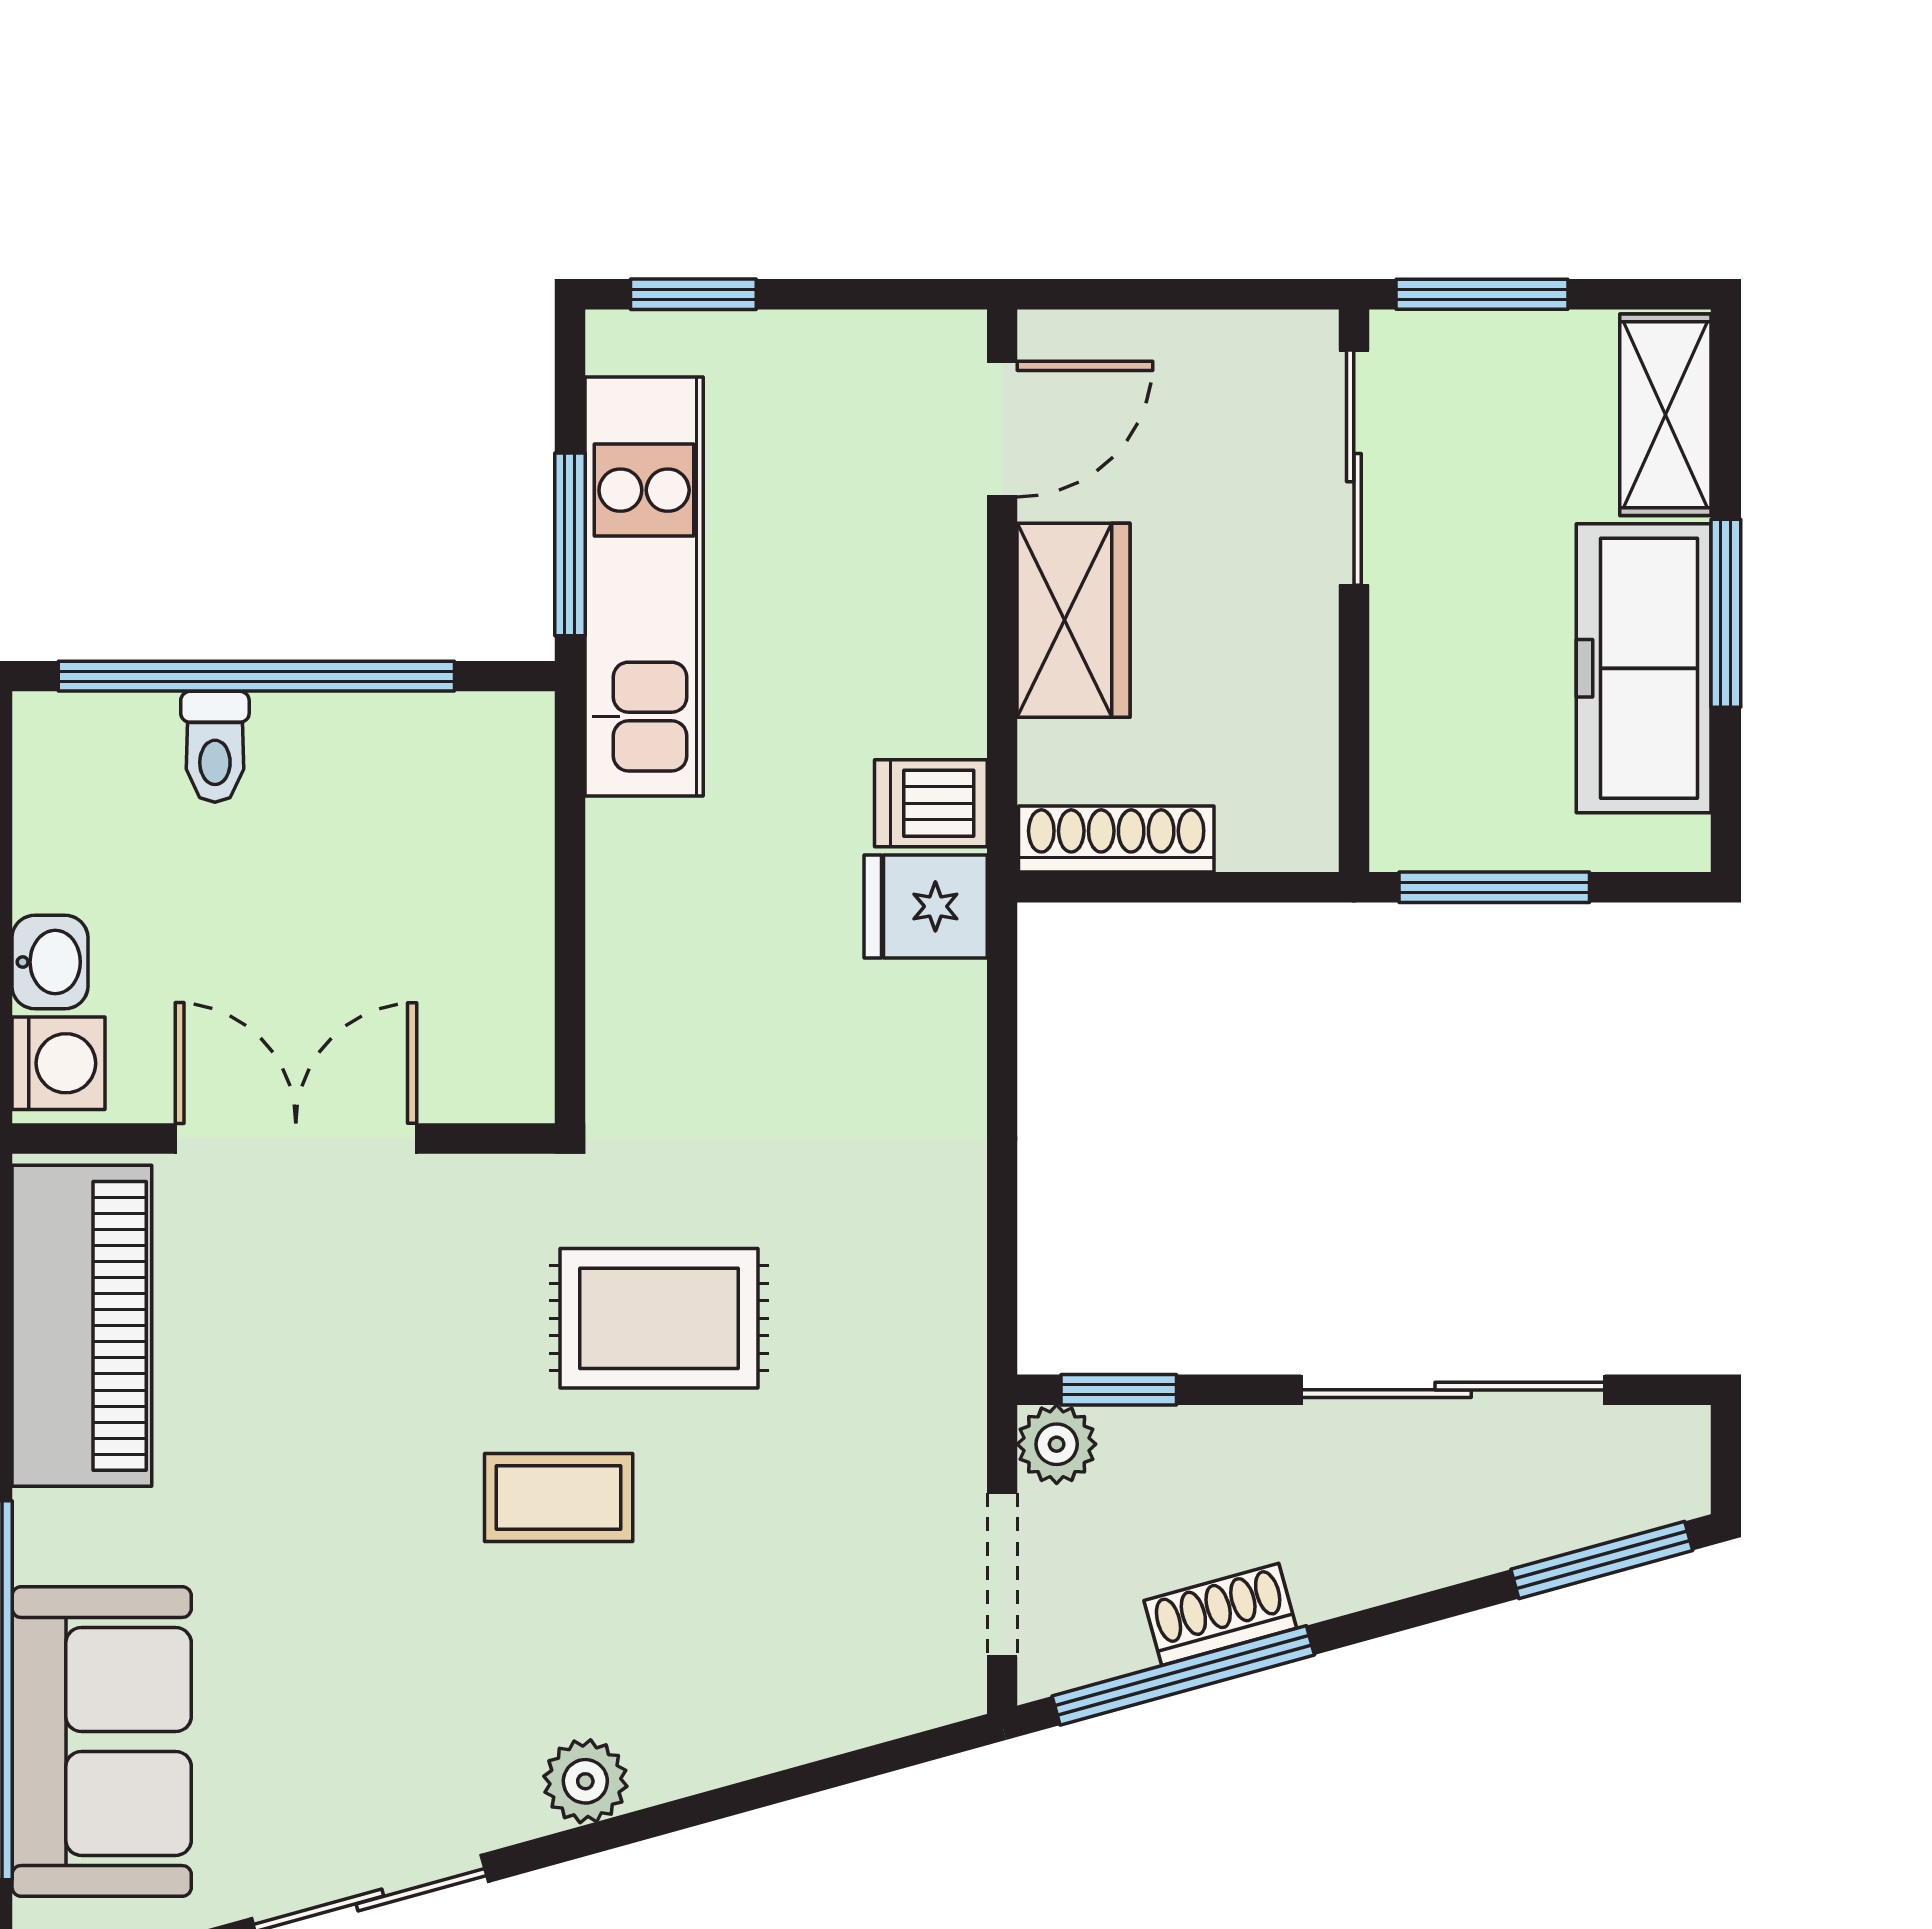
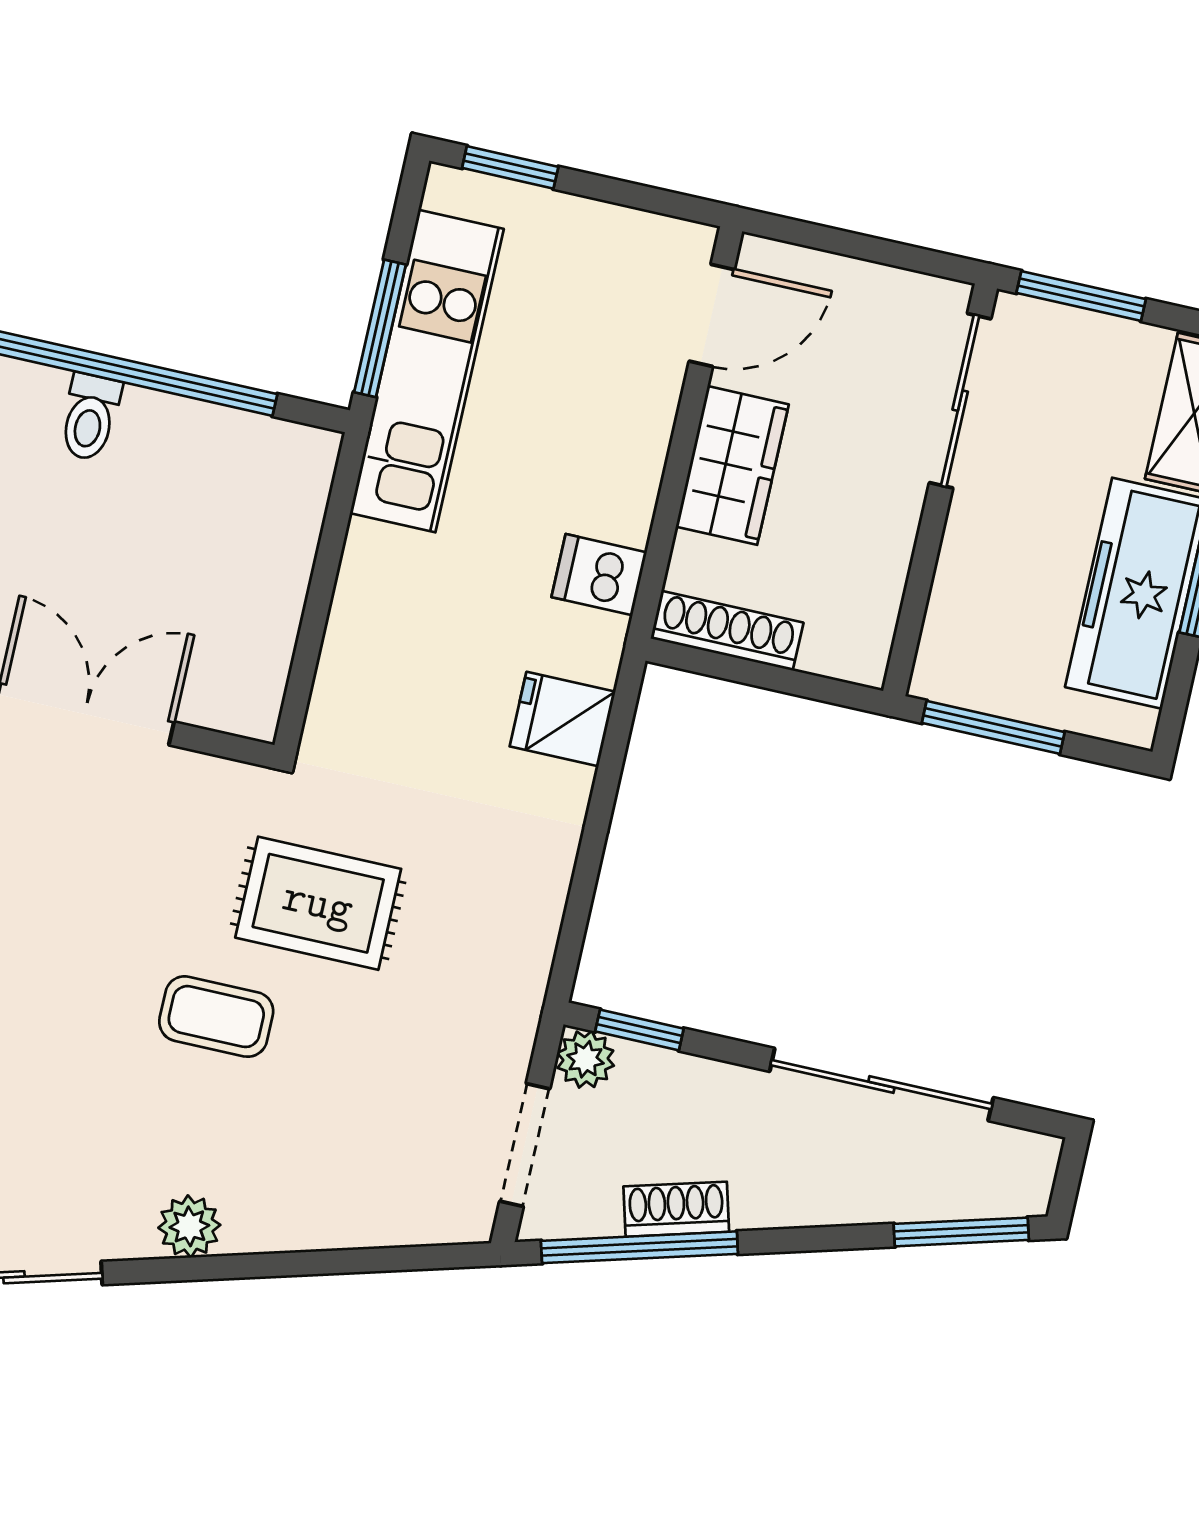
fridge: (926, 906) -> (562, 719), moved

